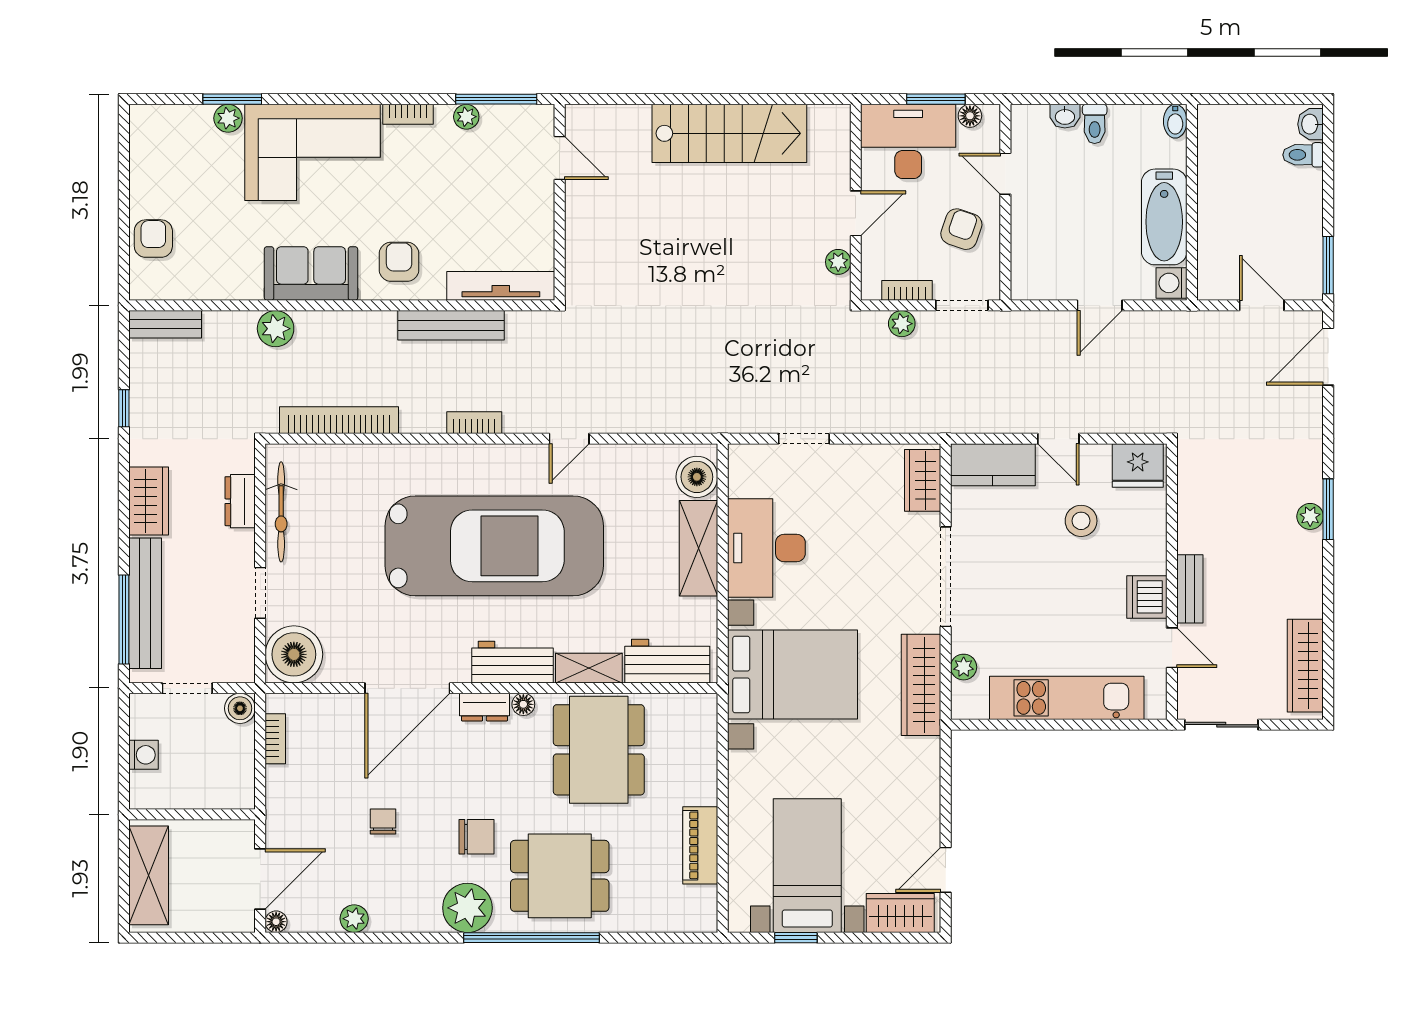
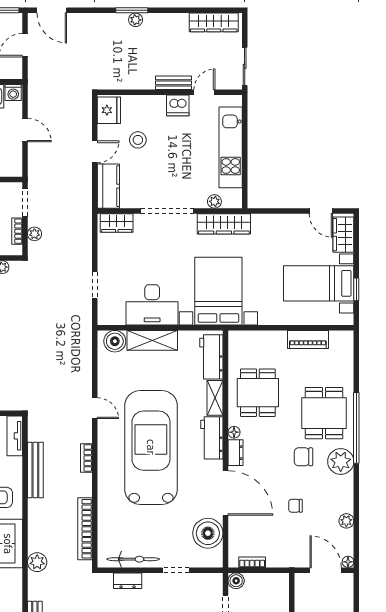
tv unit: (501, 286) -> (15, 436), width x0.71
boiler: (294, 654) -> (208, 533), moved
dining table: (599, 750) -> (258, 393), width x0.73
chair: (476, 837) -> (303, 457), turned -90

